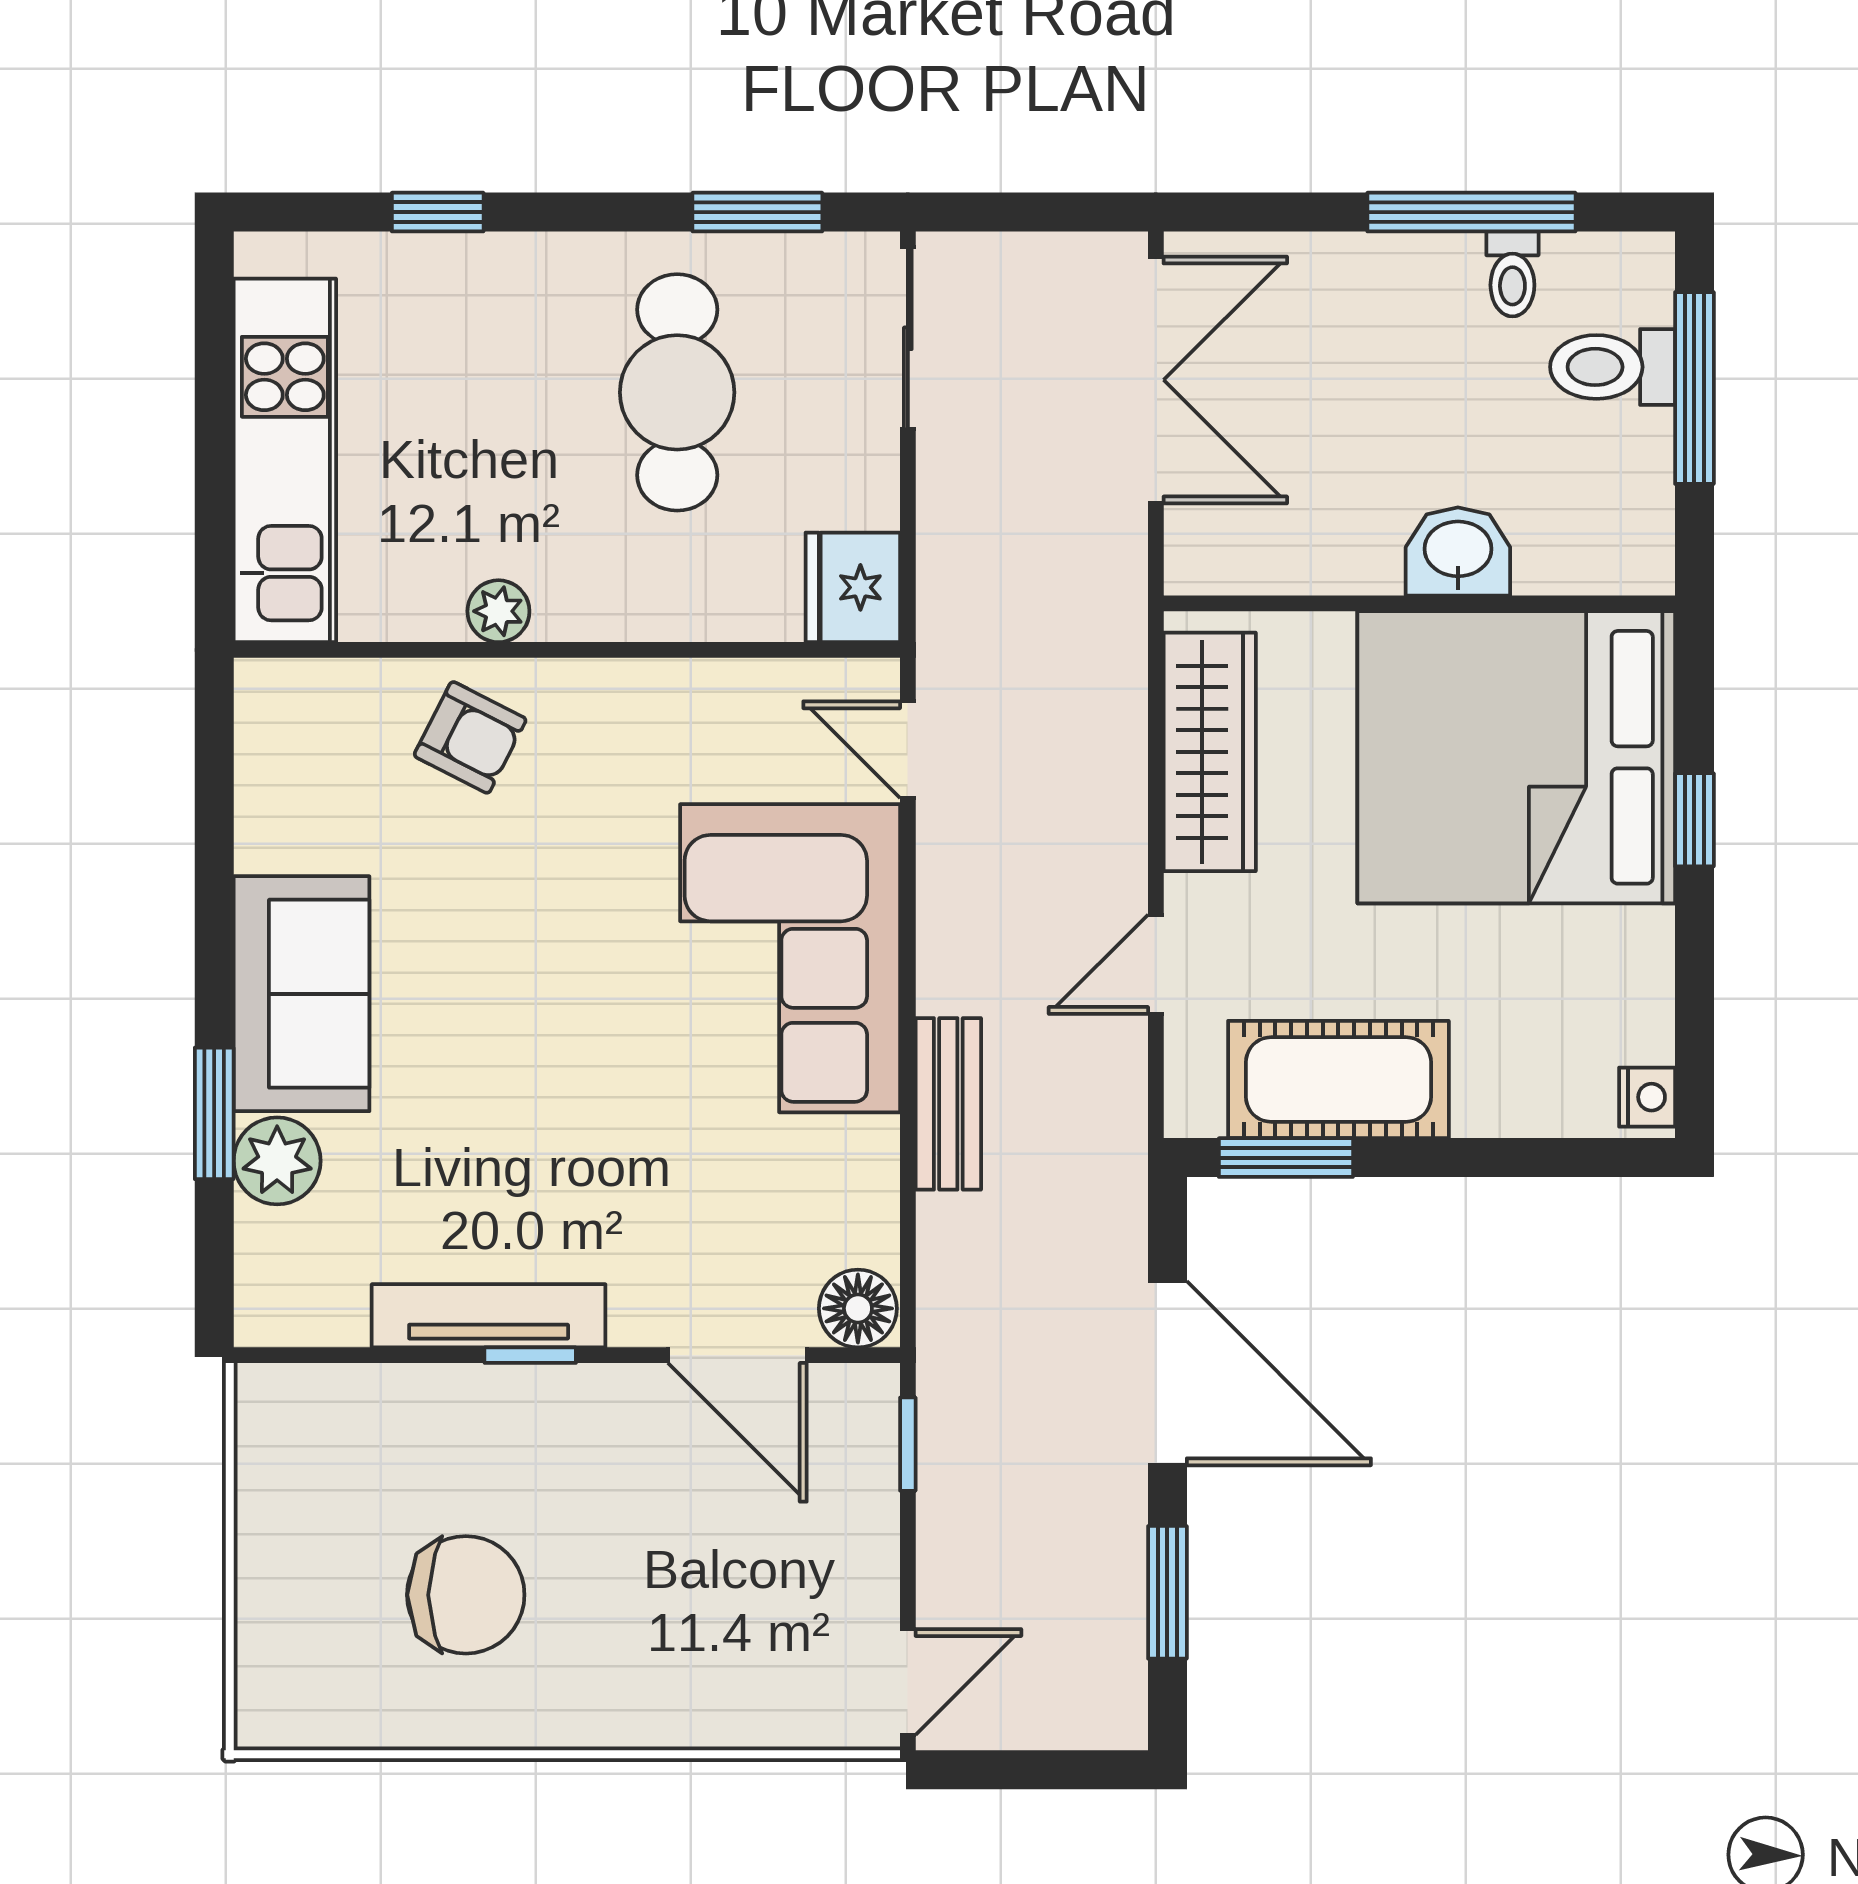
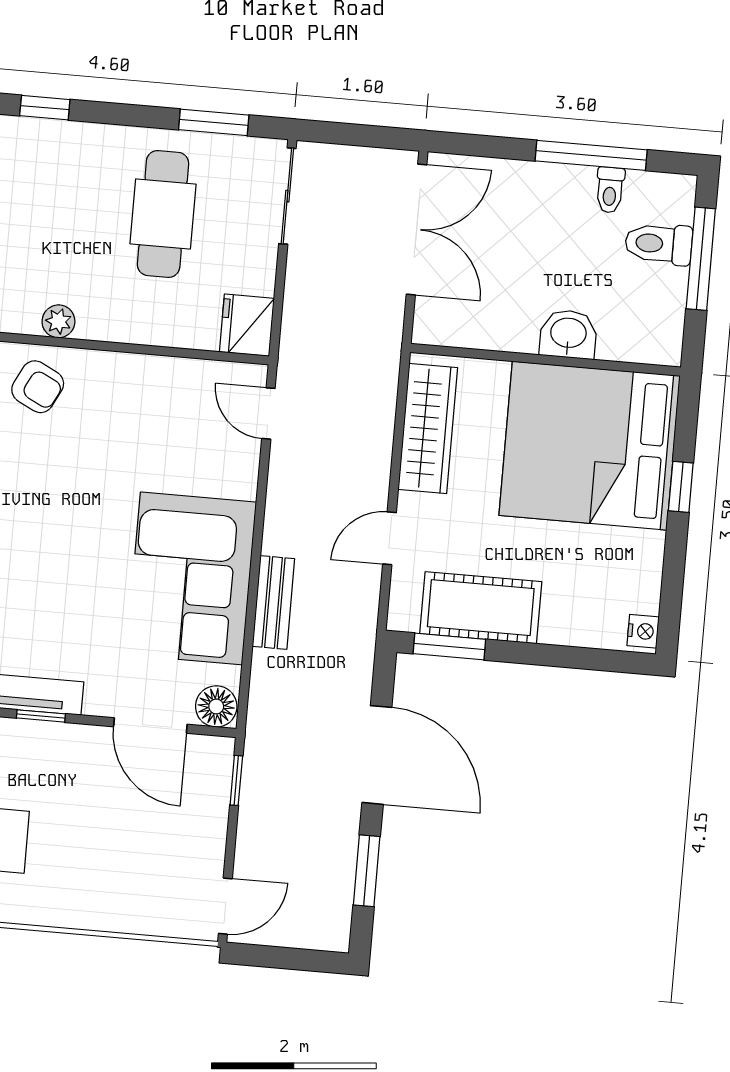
corner sofa: (790, 958) -> (191, 578), moved

